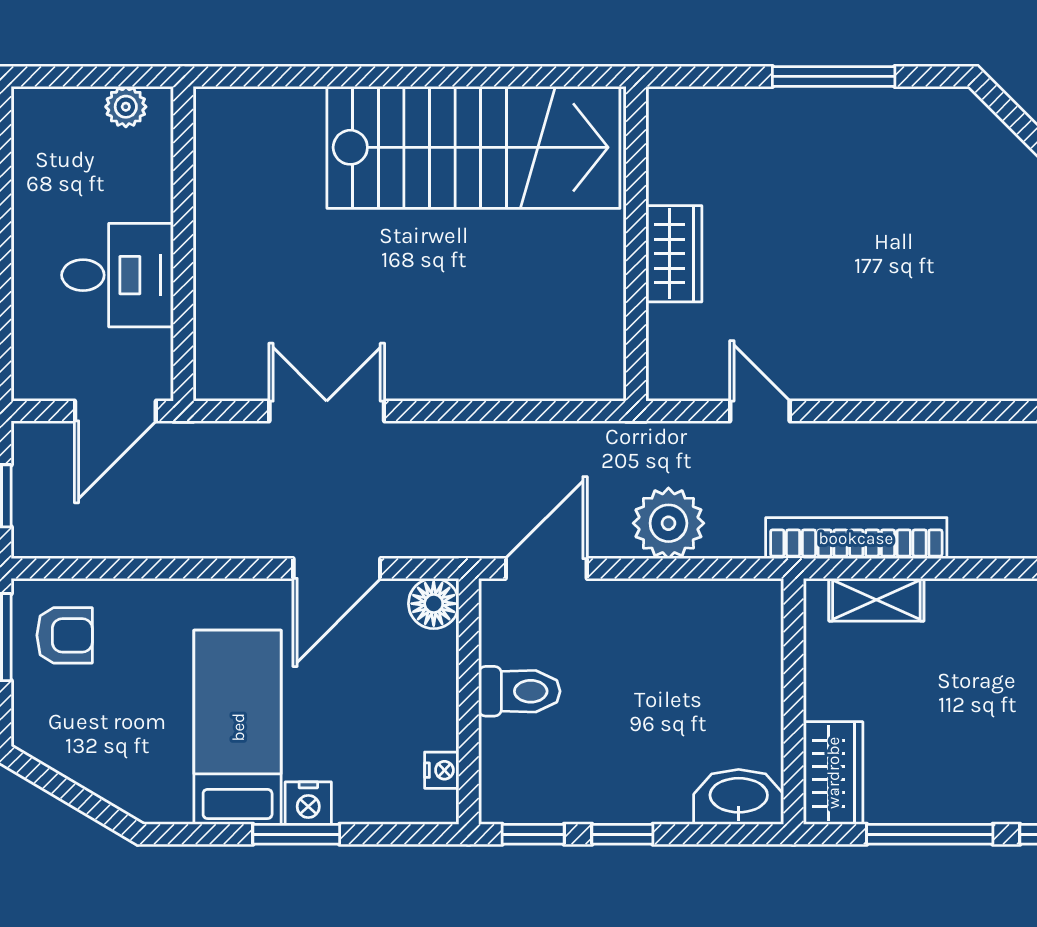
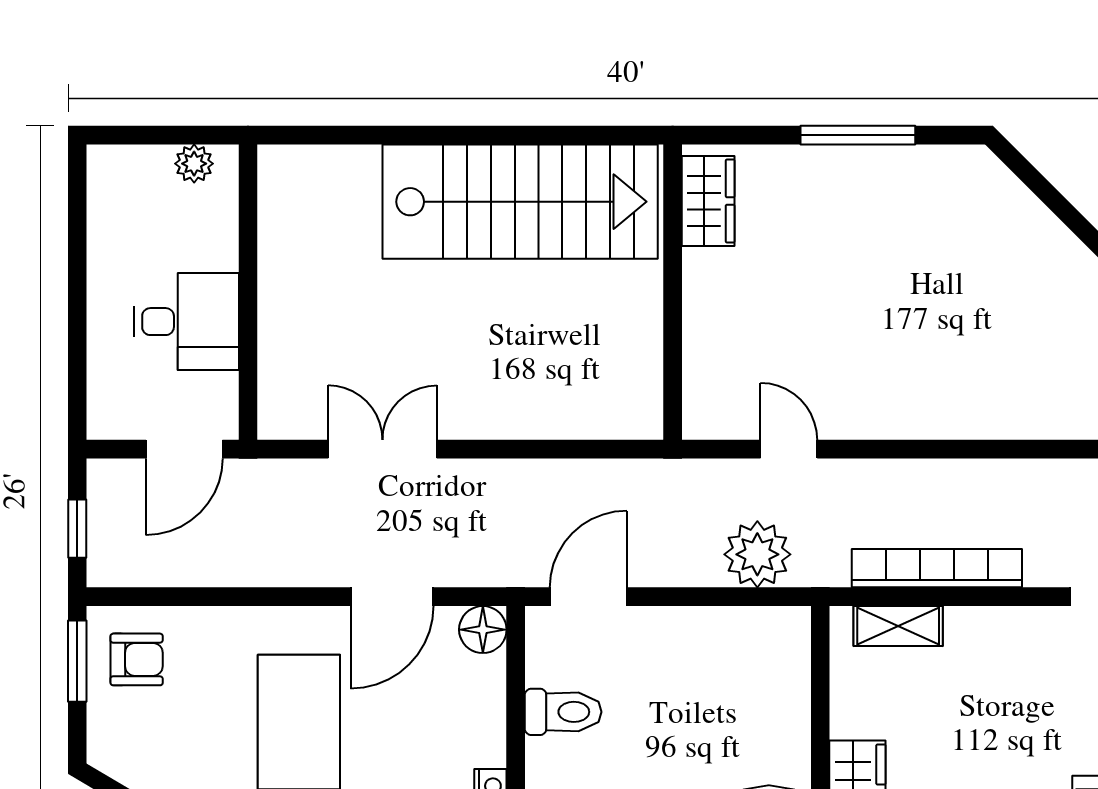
wardrobe: (674, 254) -> (708, 201), moved
plant: (668, 523) -> (757, 554), moved
bookcase: (856, 538) -> (937, 568), moved

